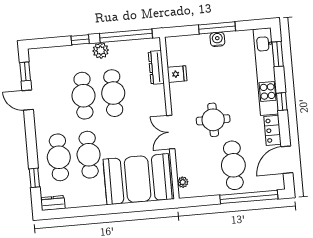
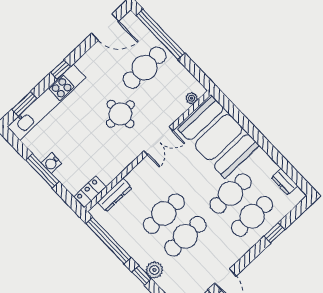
plant: (101, 51) -> (154, 270), moved
fridge: (177, 74) -> (106, 174), removed
locker: (273, 130) -> (90, 192), moved, turned 180
window: (34, 178) -> (274, 233), moved
dresser: (53, 203) -> (284, 182), moved

